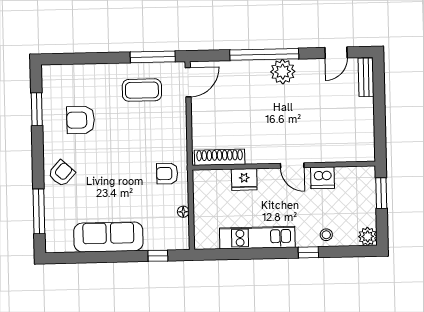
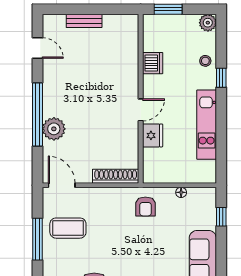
window: (153, 57) -> (37, 239), moved
plant: (283, 72) -> (54, 129), moved
bench: (366, 77) -> (84, 21), moved
coffee table: (142, 90) -> (68, 228), turned 90
shoe rack: (220, 157) -> (116, 176), moved, turned 90
door: (292, 165) -> (141, 110), moved

